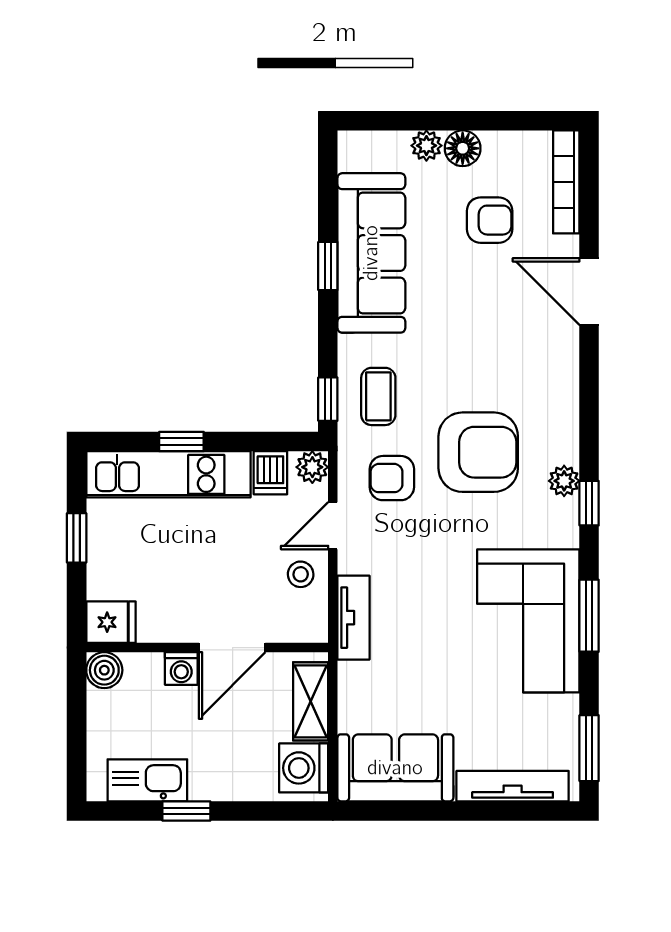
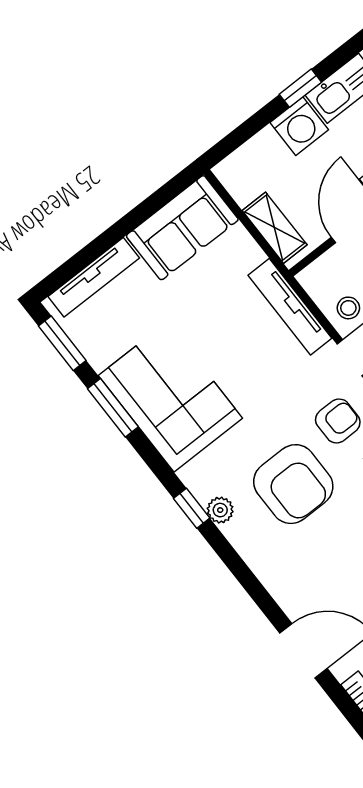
armchair: (478, 452) -> (293, 484), turned -90
window: (589, 616) -> (113, 408), moved
tv unit: (353, 618) -> (290, 307), width x1.41
washing machine: (304, 768) -> (299, 126), moved, turned 90

